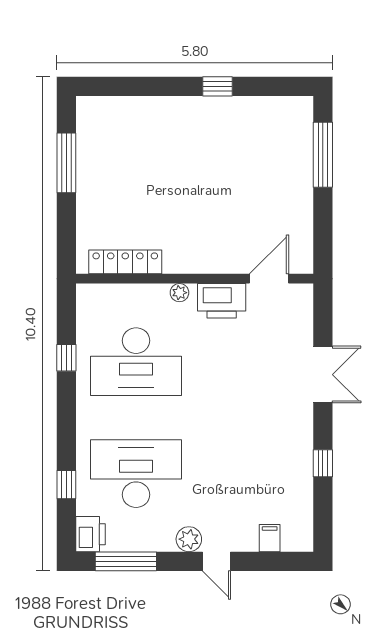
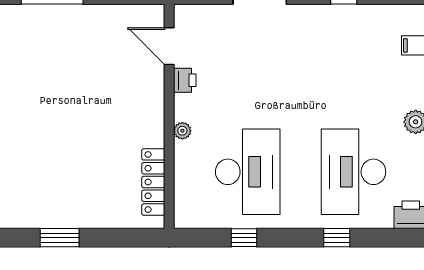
window: (66, 163) -> (60, 238), width x0.69
printer: (222, 301) -> (185, 80), width x0.53, depth x0.68
window: (66, 485) -> (337, 238), moved

